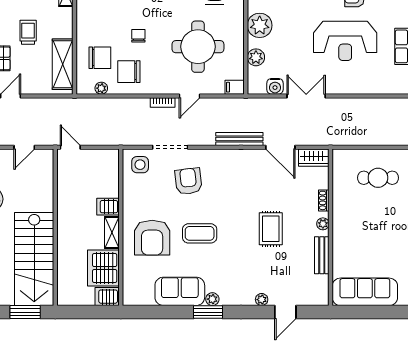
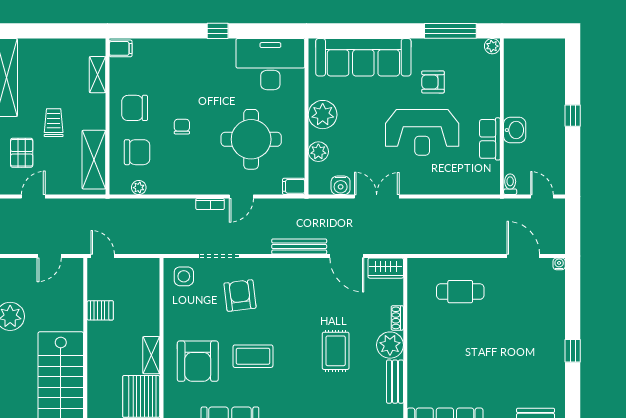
chair: (129, 72) -> (135, 108), moved
server rack: (108, 207) -> (100, 310), moved, turned 180
plant: (323, 224) -> (390, 345), width x1.87, depth x1.87

